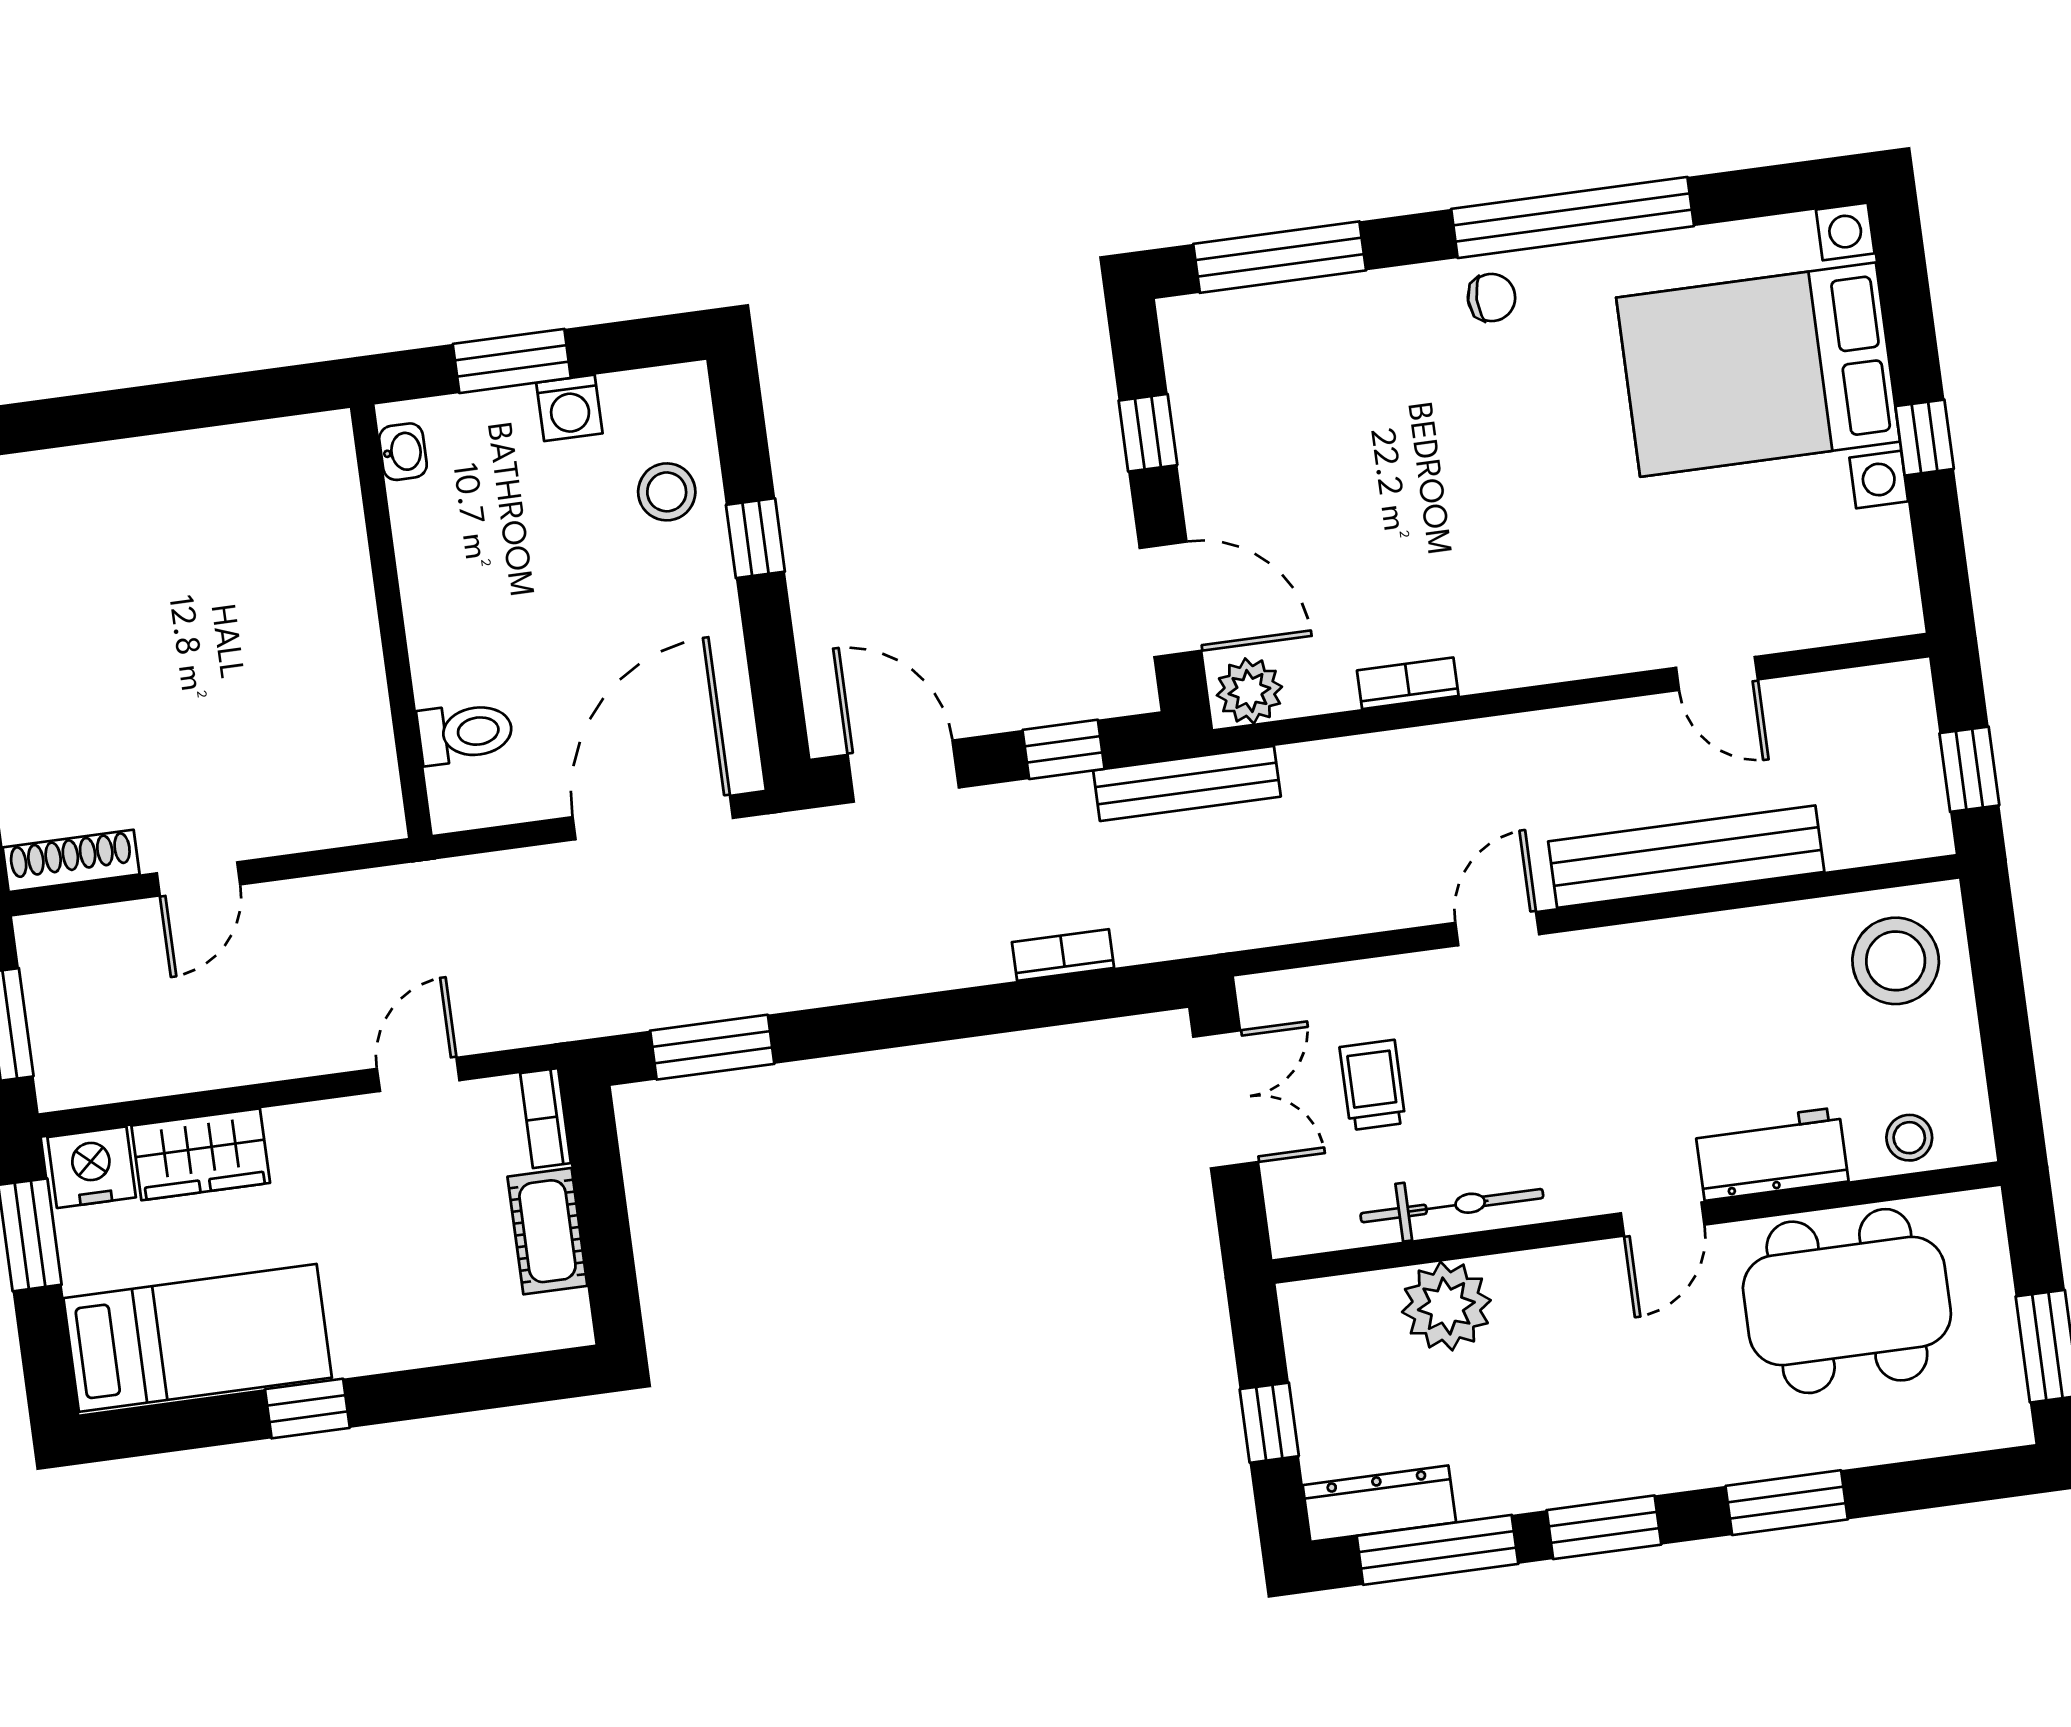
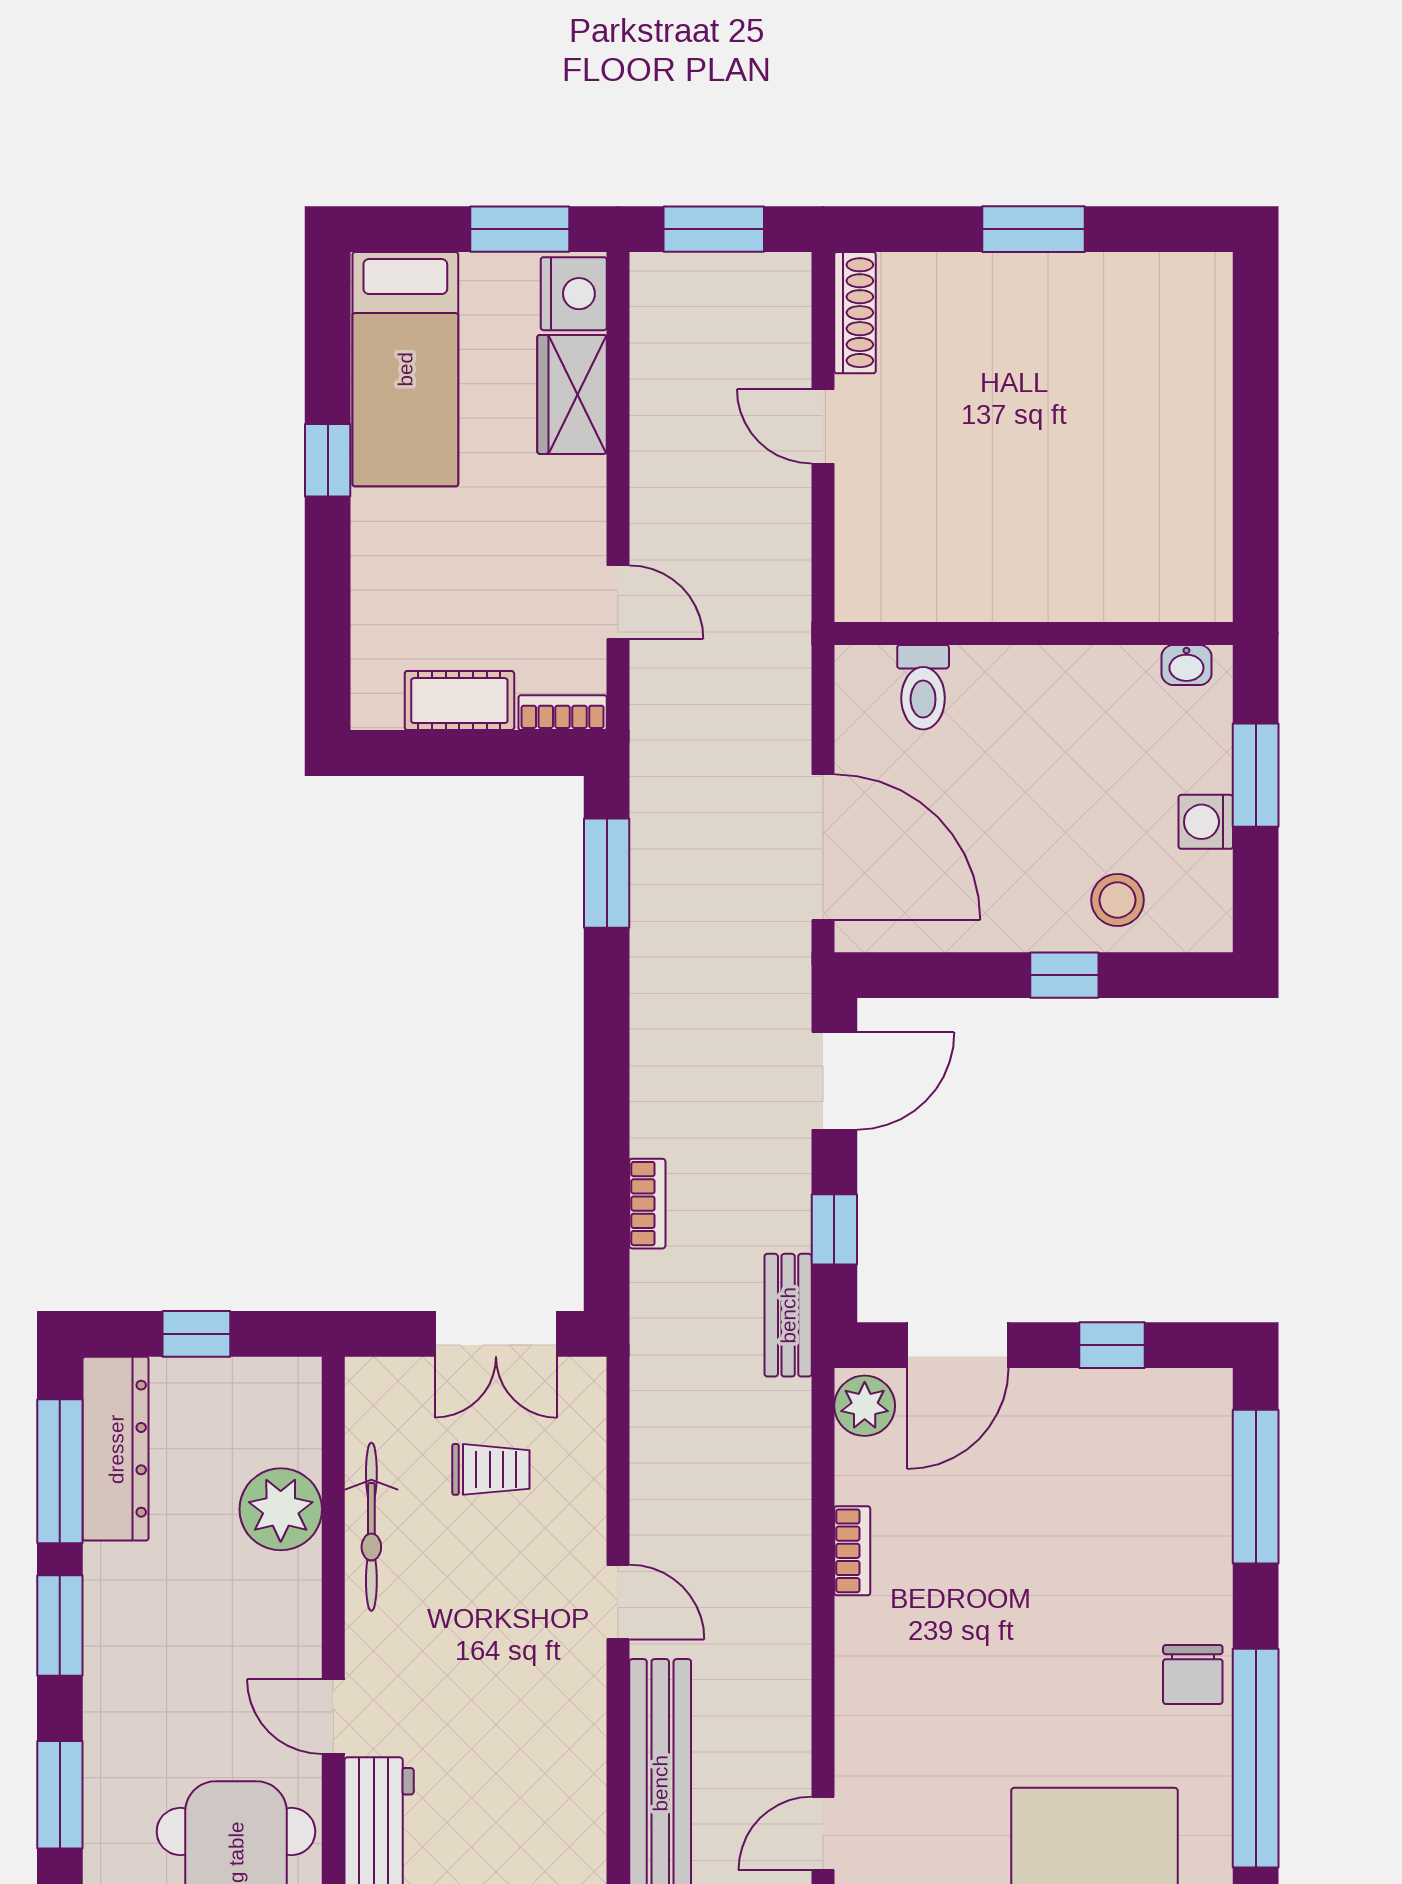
chair: (1492, 298) -> (1193, 1675), width x1.37, depth x1.37
bench: (1187, 784) -> (788, 1315), width x0.73
dresser: (1379, 1504) -> (116, 1449), width x1.37, depth x1.24

